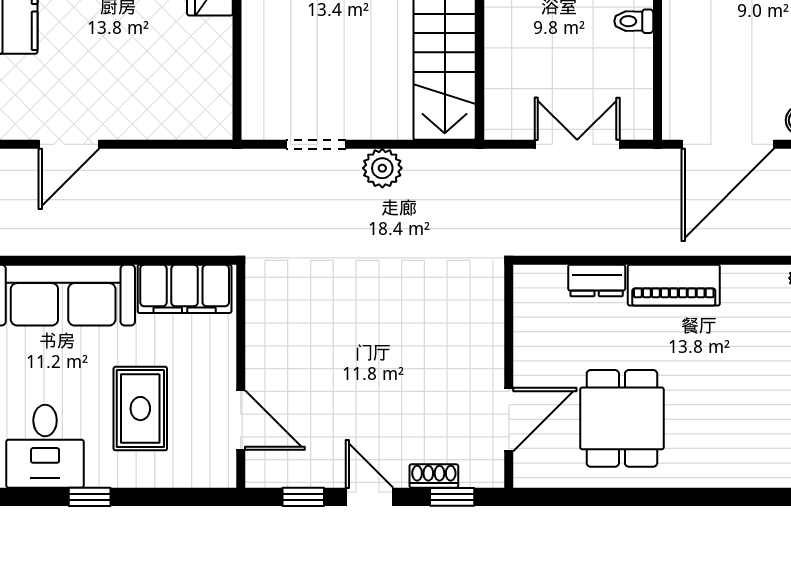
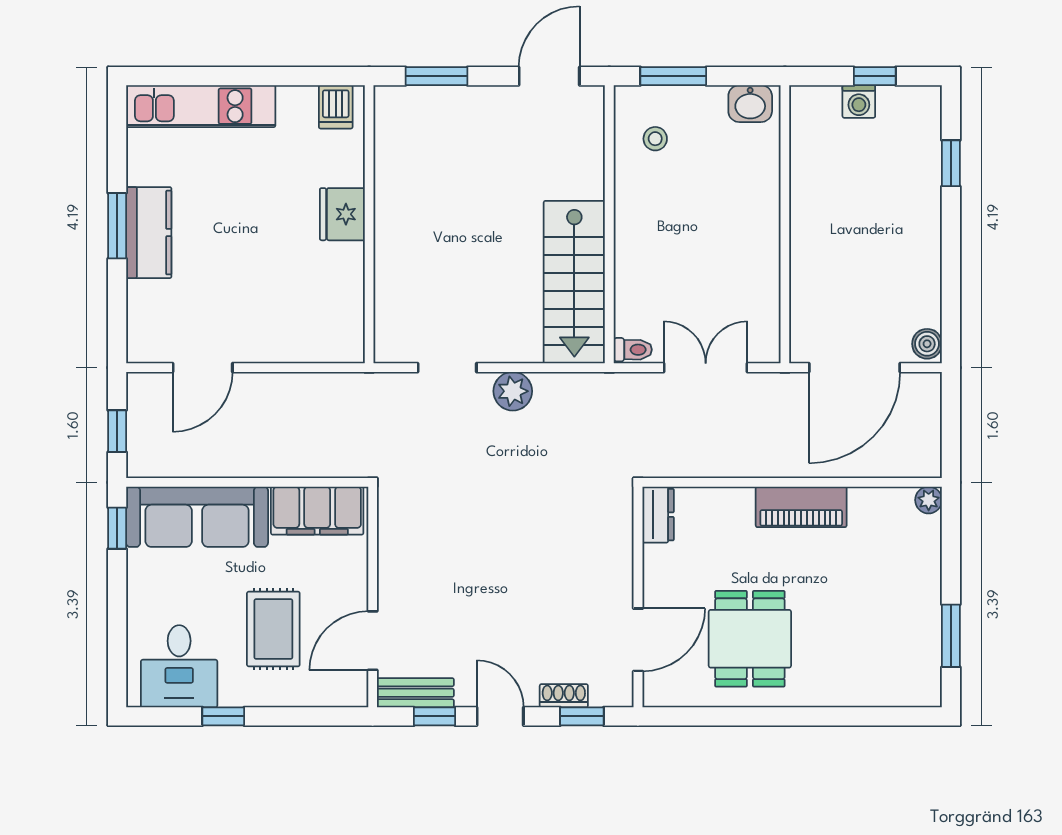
toilet: (634, 21) -> (633, 350), moved, turned 180
dresser: (597, 281) -> (658, 515), moved, turned -90
door: (241, 420) -> (373, 641), swing flipped
bench: (284, 473) -> (415, 693), added

